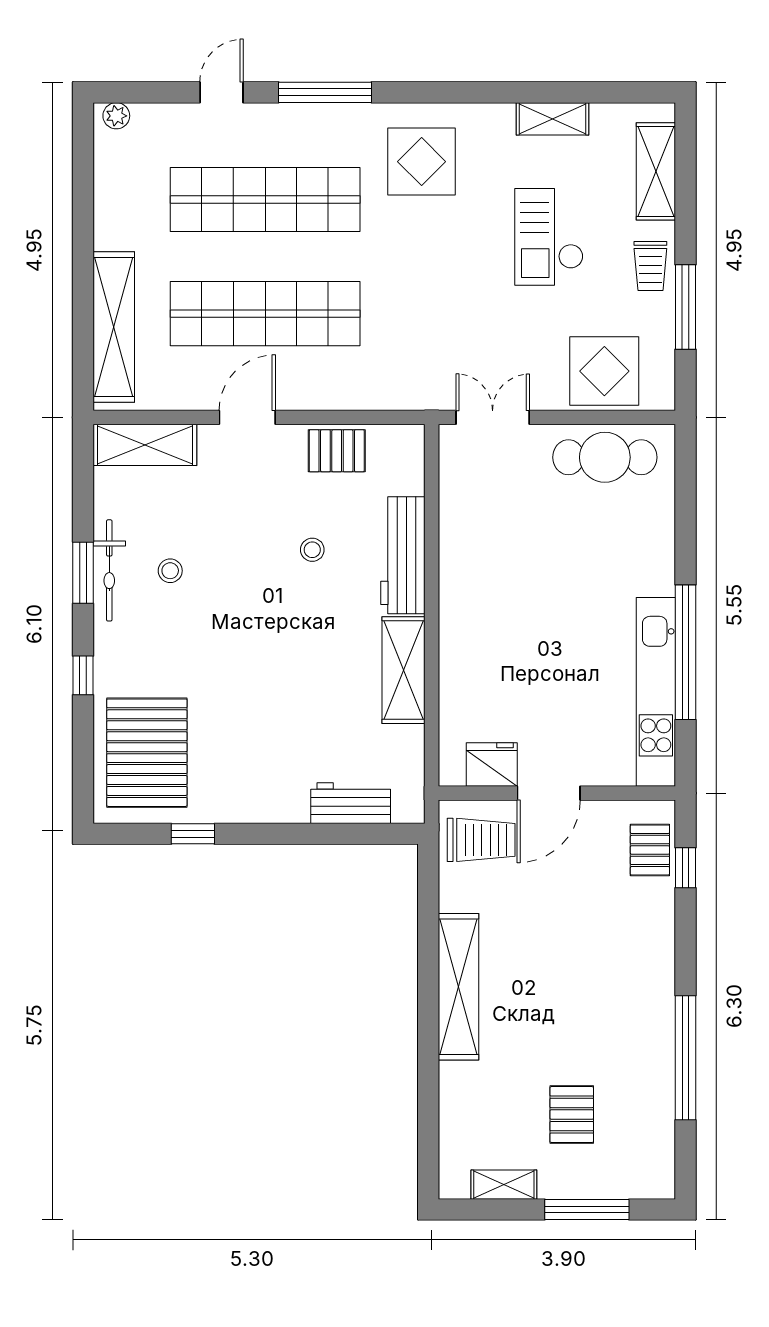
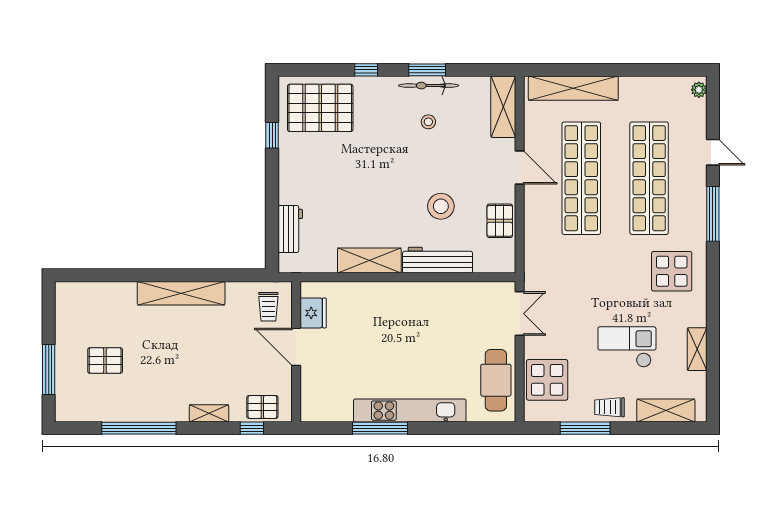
stool: (312, 550) -> (441, 206), width x1.89, depth x1.89
window: (686, 652) -> (380, 428), width x0.68
kitchen unit: (656, 692) -> (410, 411), moved
trolley: (481, 840) -> (268, 307), width x0.73, depth x0.72
shelving: (504, 1185) -> (209, 413), moved, turned 90

